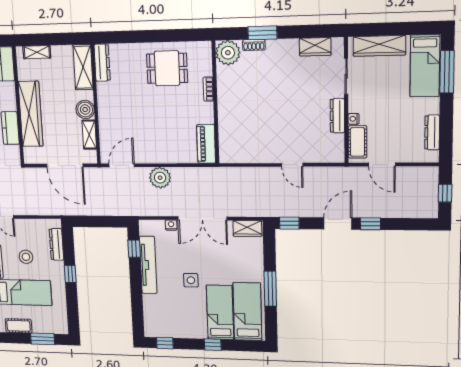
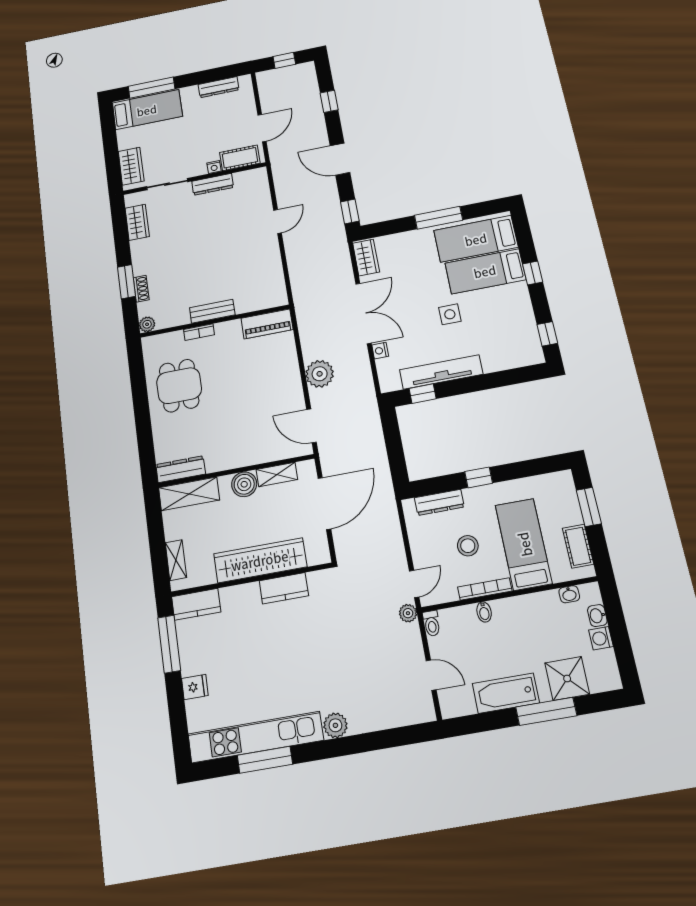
wardrobe: (379, 46) -> (131, 166), width x0.67
plant: (228, 53) -> (147, 324), width x0.53, depth x0.53
bench: (224, 102) -> (212, 311), added
window: (370, 224) -> (329, 101), moved

